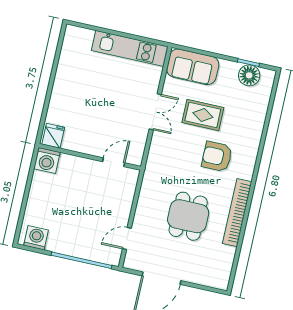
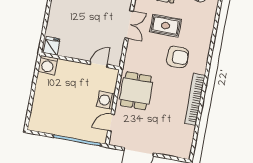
armchair: (217, 157) -> (178, 57), turned 180
dining table: (188, 216) -> (136, 91), moved
washing machine: (36, 238) -> (106, 100), moved, turned -90

